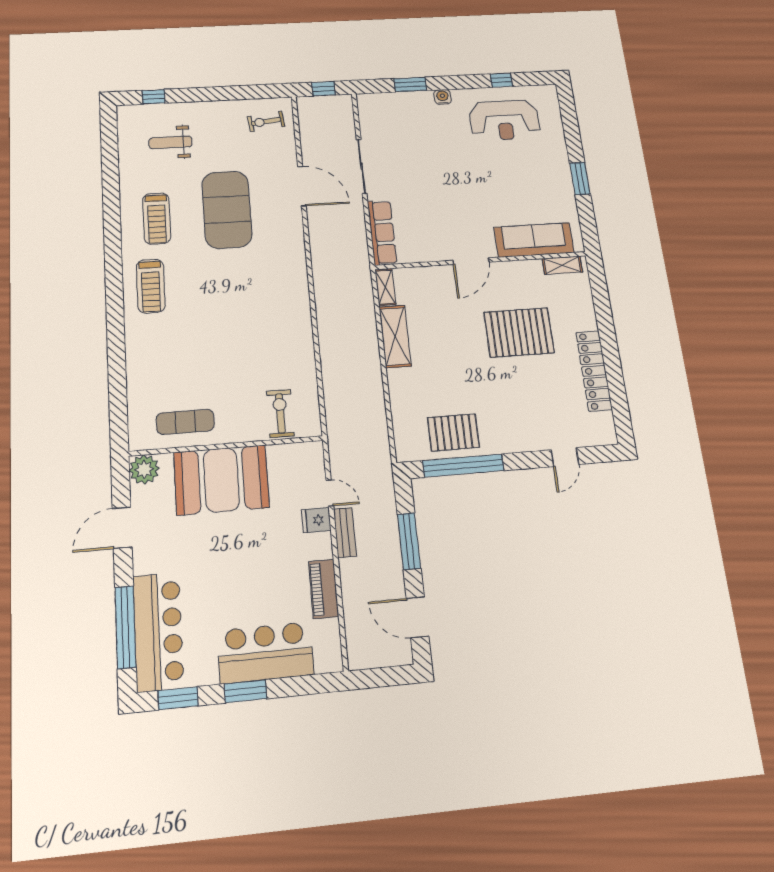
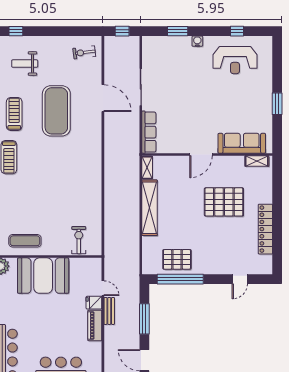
treadmill: (157, 218) -> (14, 114), turned 180
shelving: (395, 336) -> (150, 208), width x1.47
piano: (324, 589) -> (95, 326), moved

